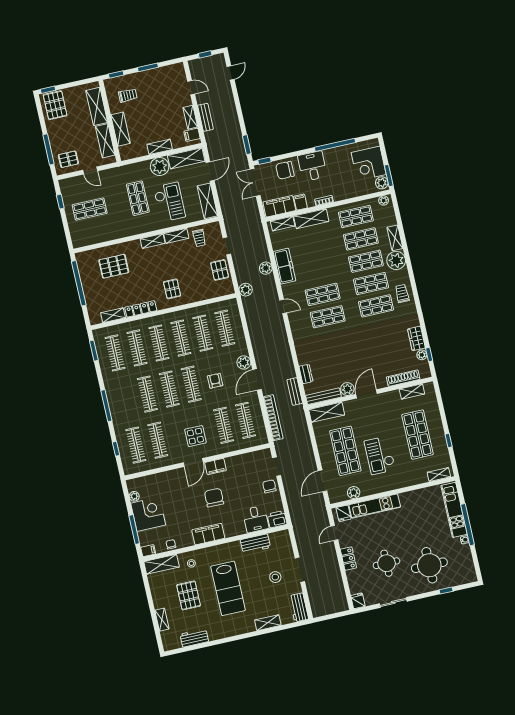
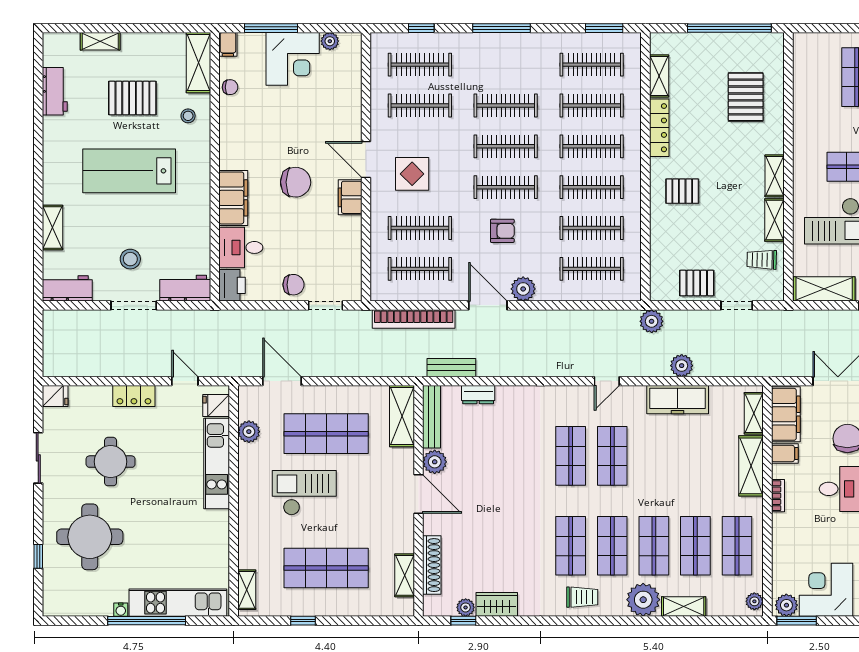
filing cabinet: (208, 534) -> (233, 198), moved
workbench: (255, 544) -> (185, 288), moved, turned 90

